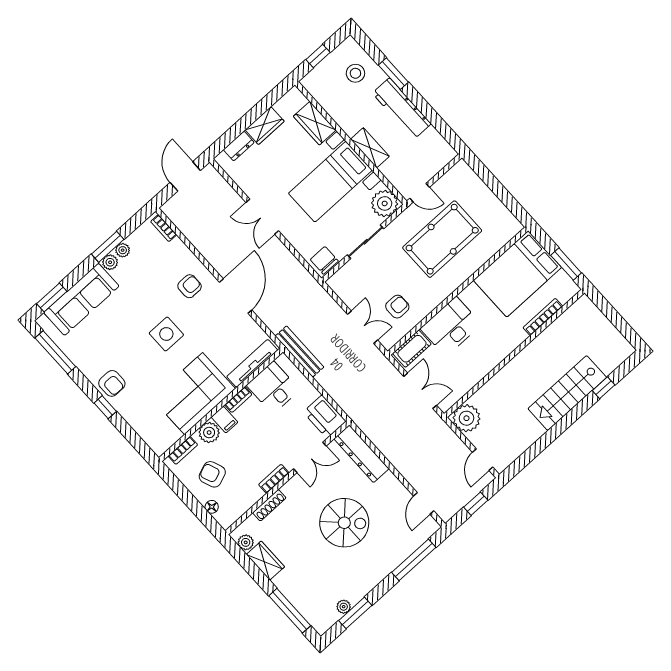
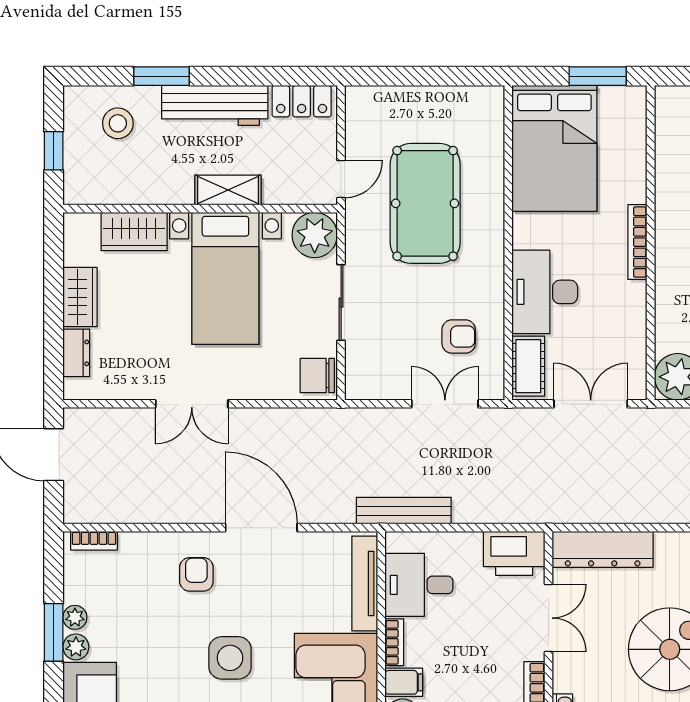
locker: (438, 145) -> (302, 101), added
armchair: (397, 307) -> (459, 337), turned 90
bookcase: (543, 317) -> (637, 242), moved

